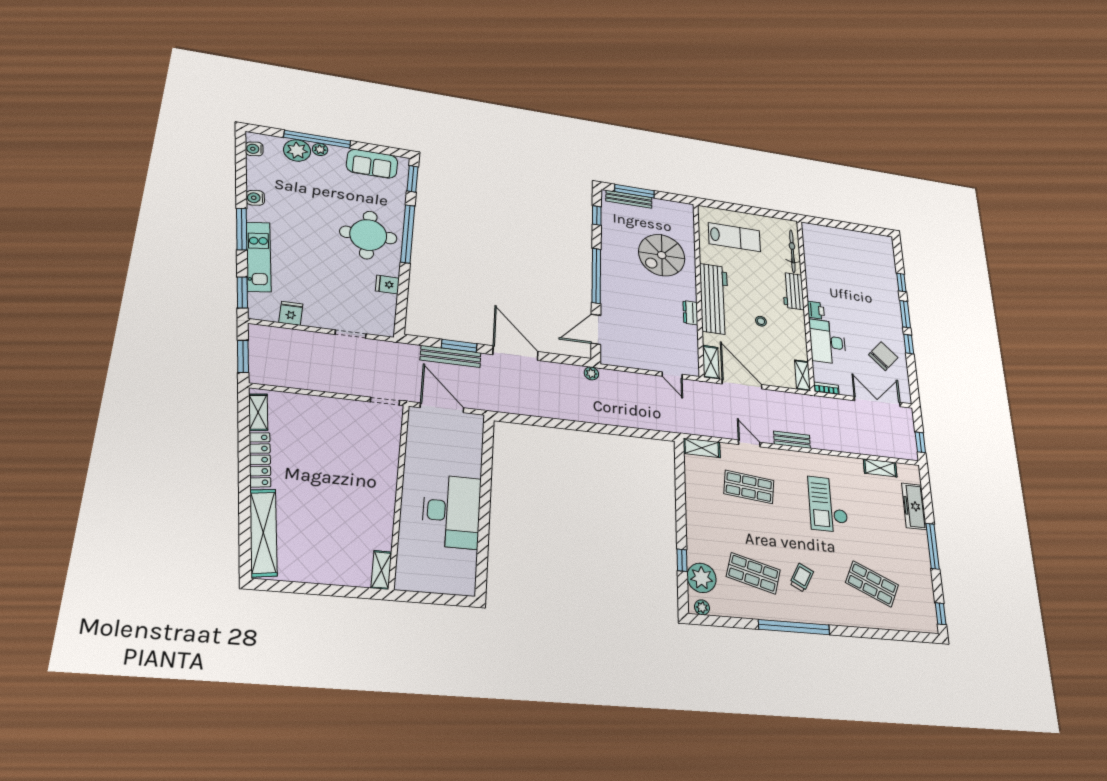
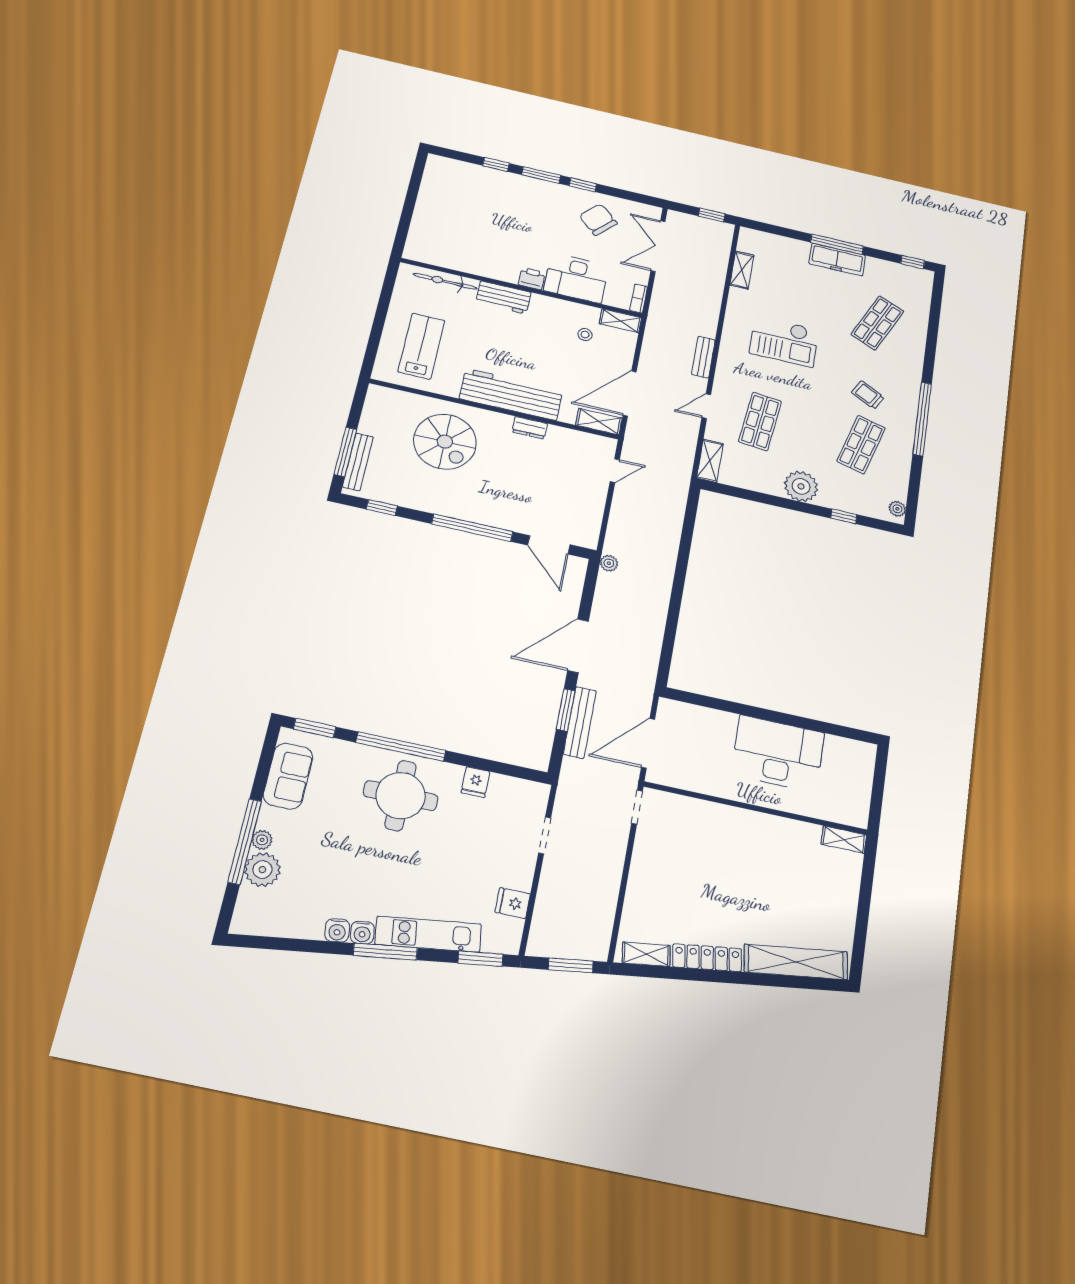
water cooler: (254, 149) -> (362, 933), moved
stool: (761, 321) -> (585, 335), moved
freezer: (914, 506) -> (837, 260), moved
plant: (702, 578) -> (801, 486), moved

